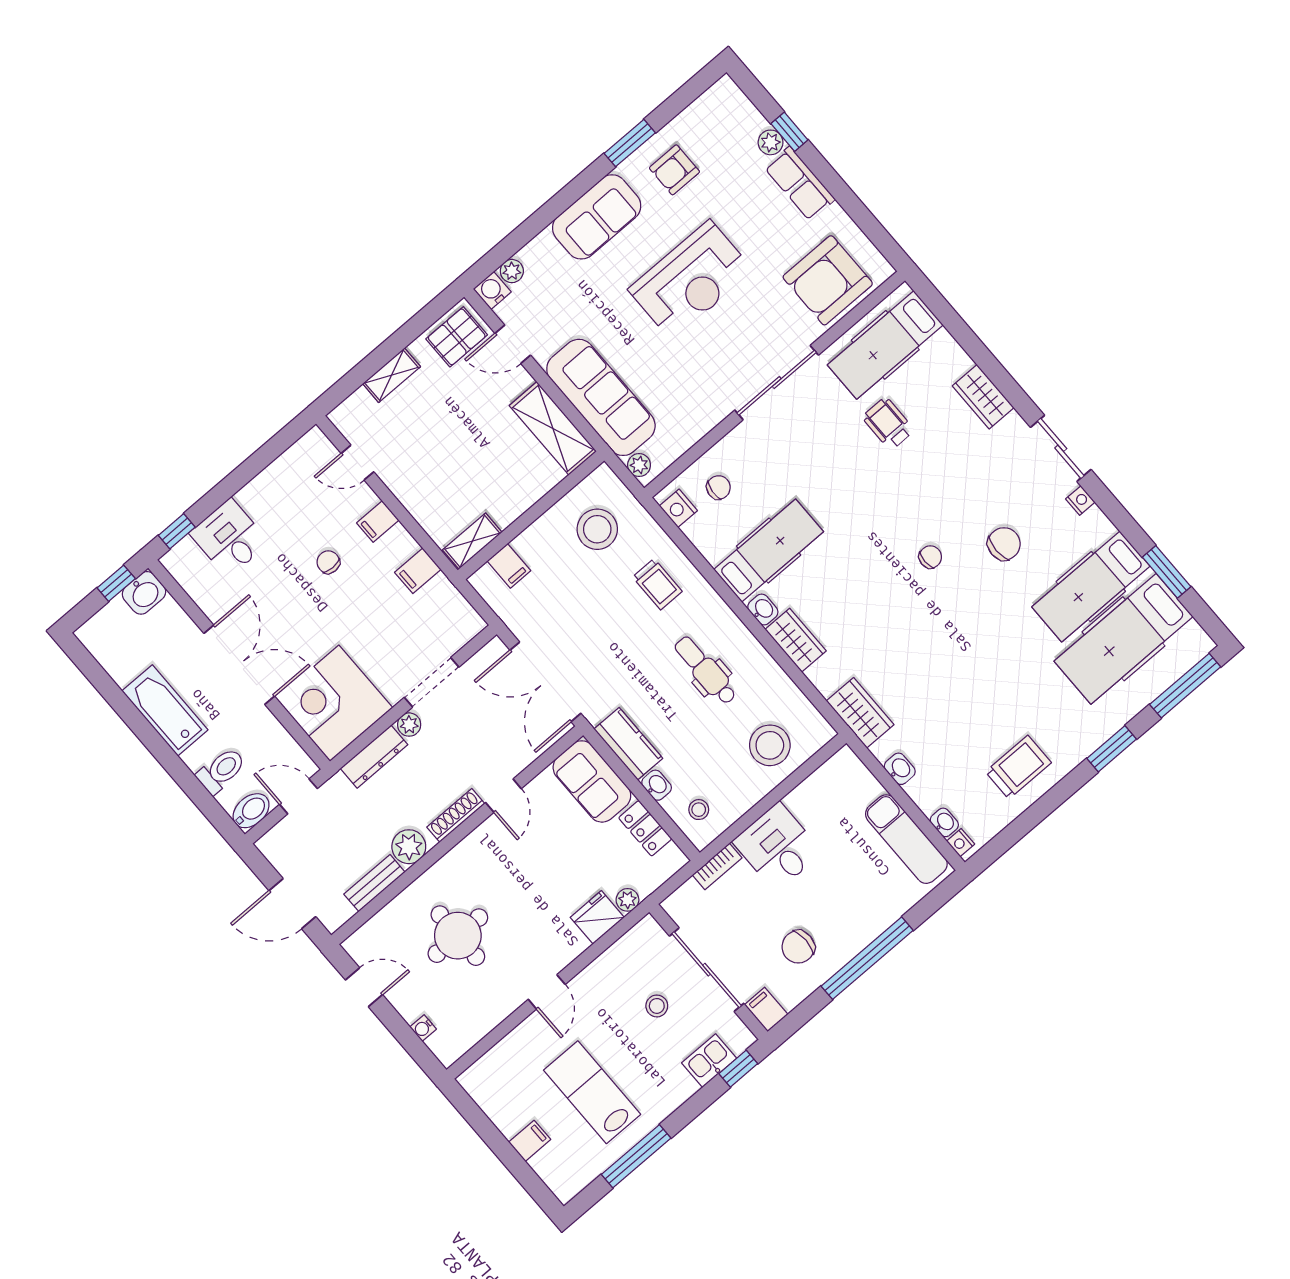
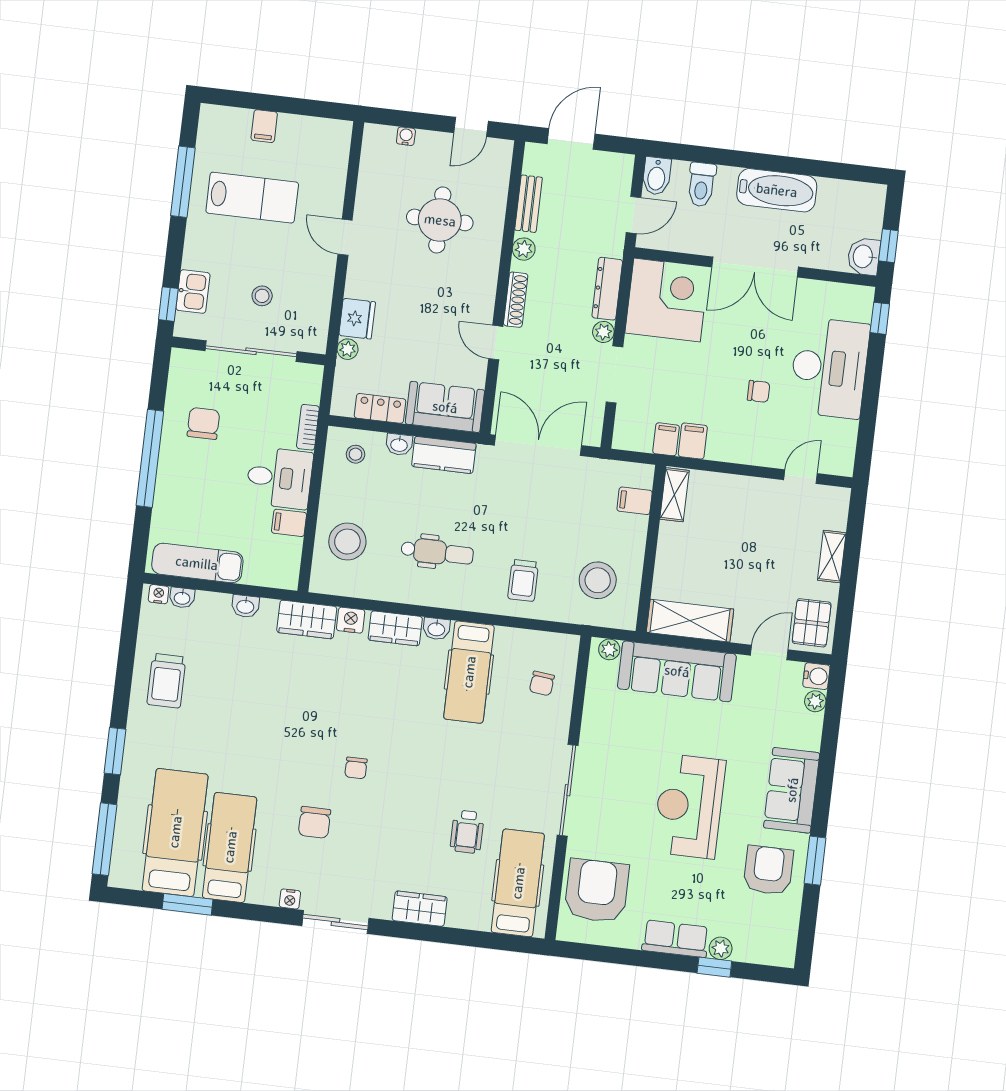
armchair: (674, 170) -> (768, 870), width x1.38, depth x1.38
wheelchair: (888, 424) -> (467, 832), turned 90
nightstand: (678, 508) -> (351, 620), moved
filing cabinet: (378, 522) -> (666, 439), moved
desk: (229, 538) -> (829, 368), width x1.87, depth x1.30
trolley: (657, 584) -> (523, 580), turned -90
plant: (409, 847) -> (524, 249), width x0.73, depth x0.73
filing cabinet: (766, 1009) -> (289, 523), moved, turned 180

